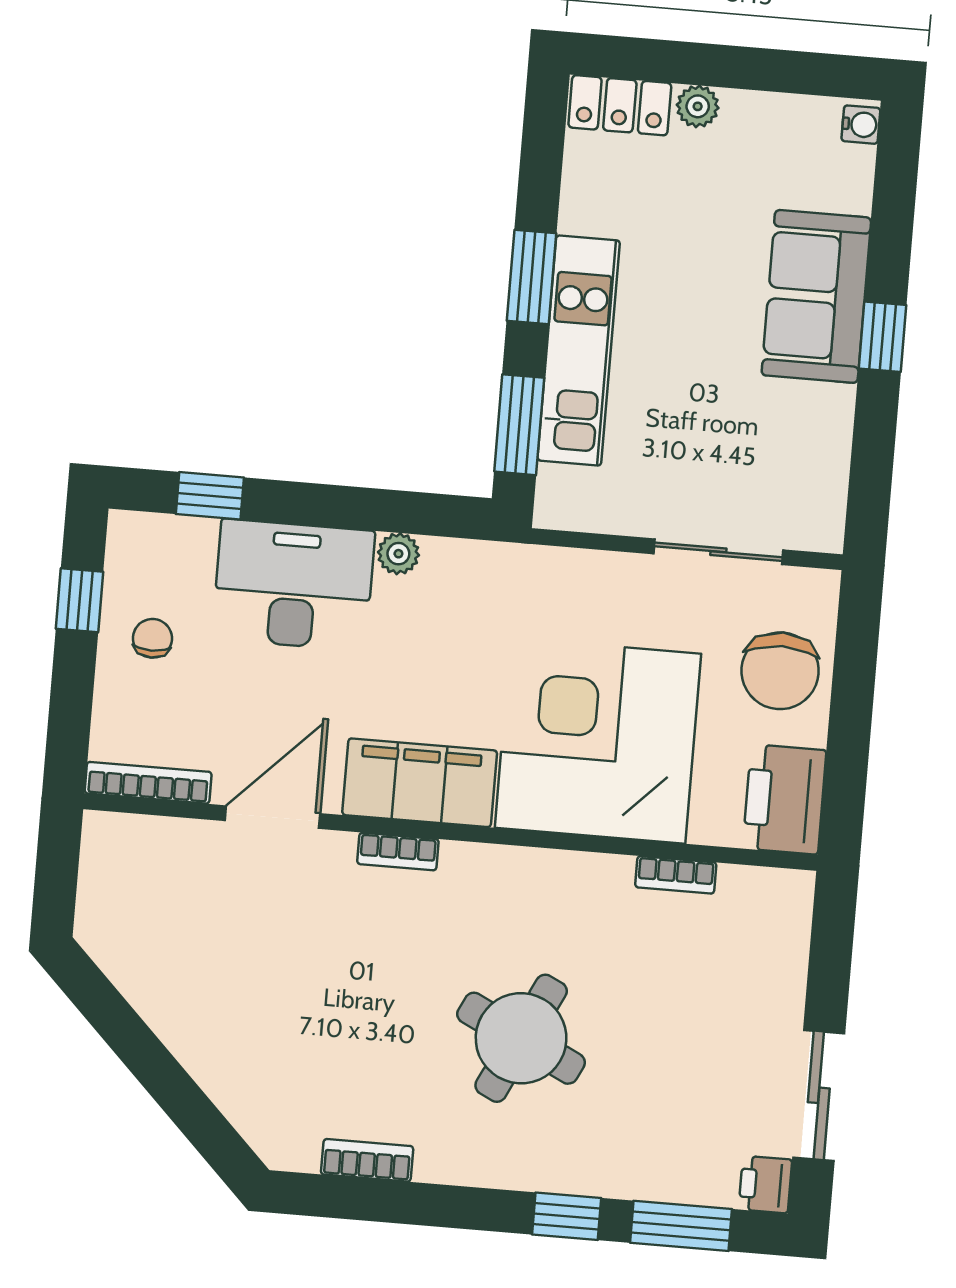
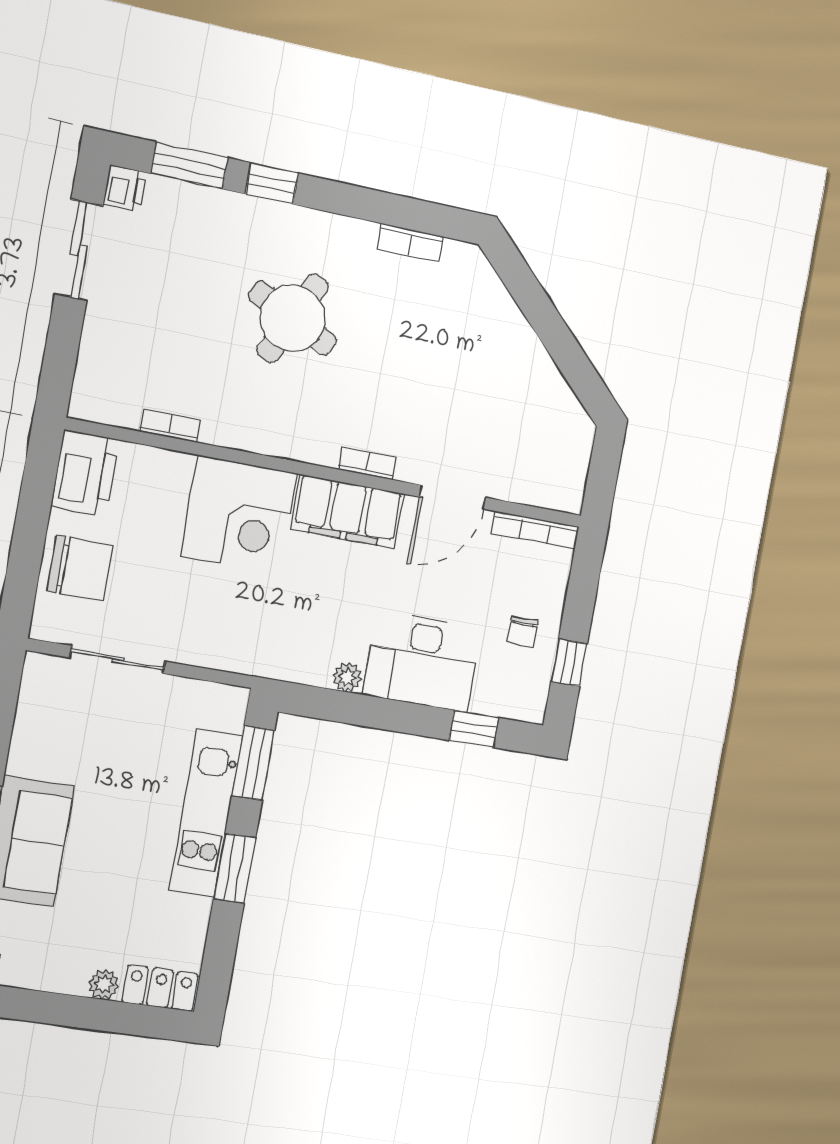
chair: (780, 671) -> (80, 568), turned 90
corner desk: (598, 741) -> (239, 515), width x0.74, depth x0.74

